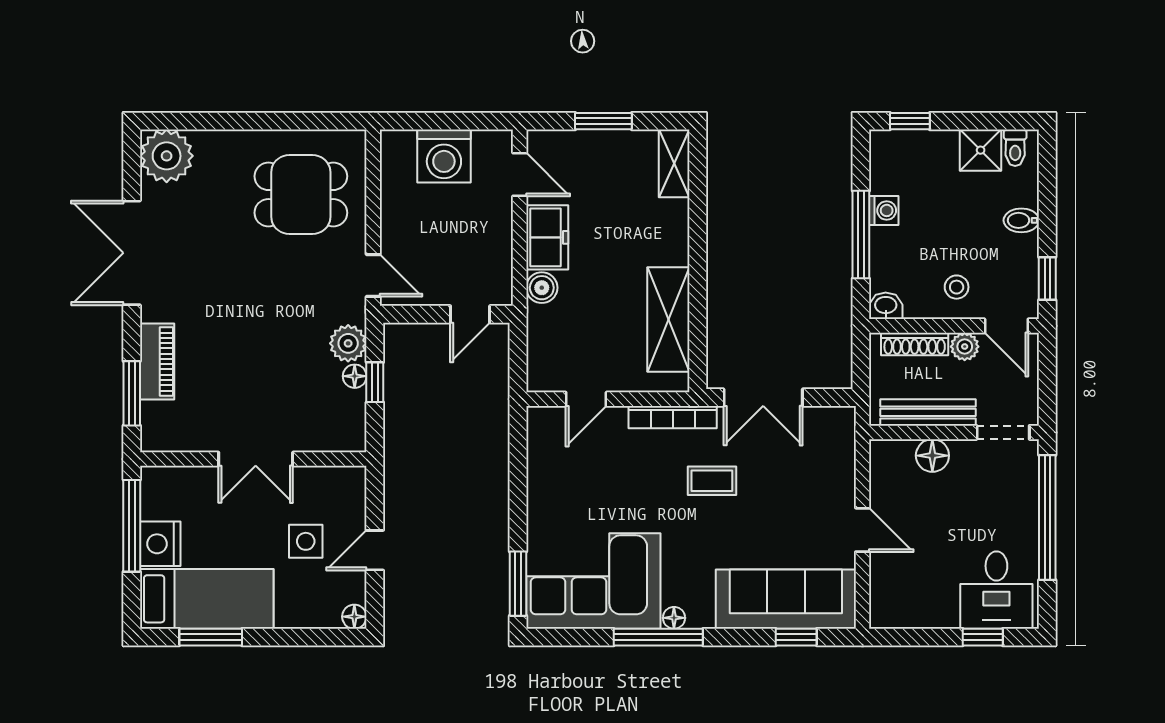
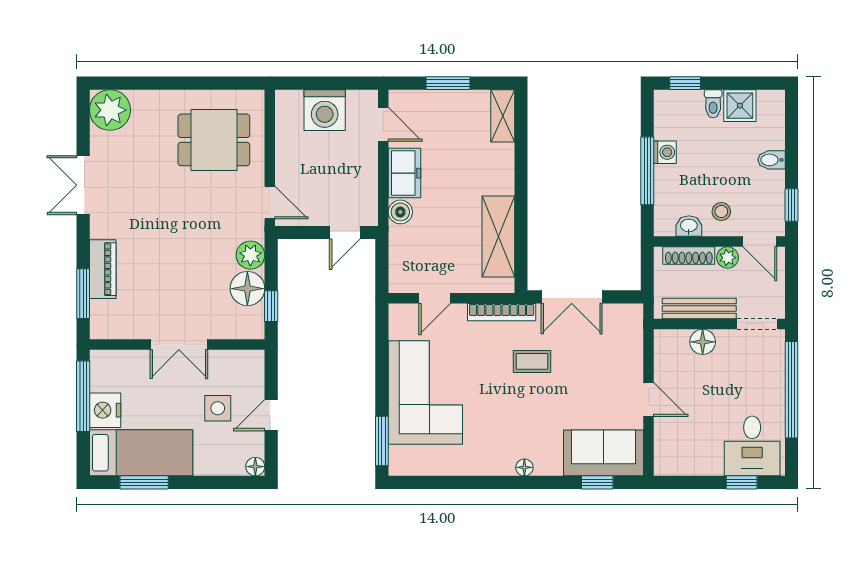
toilet: (1015, 148) -> (713, 104), moved
double door: (132, 253) -> (83, 185), width x0.73
washbasin: (886, 306) -> (689, 226), moved
floor lamp: (355, 376) -> (247, 289), width x1.89, depth x1.89
window: (375, 382) -> (271, 306), moved
corner sofa: (593, 581) -> (425, 392), moved, turned 90
sofa: (786, 599) -> (604, 453), width x0.73
floor lamp: (674, 618) -> (524, 467), moved
window: (658, 637) -> (490, 482), removed

